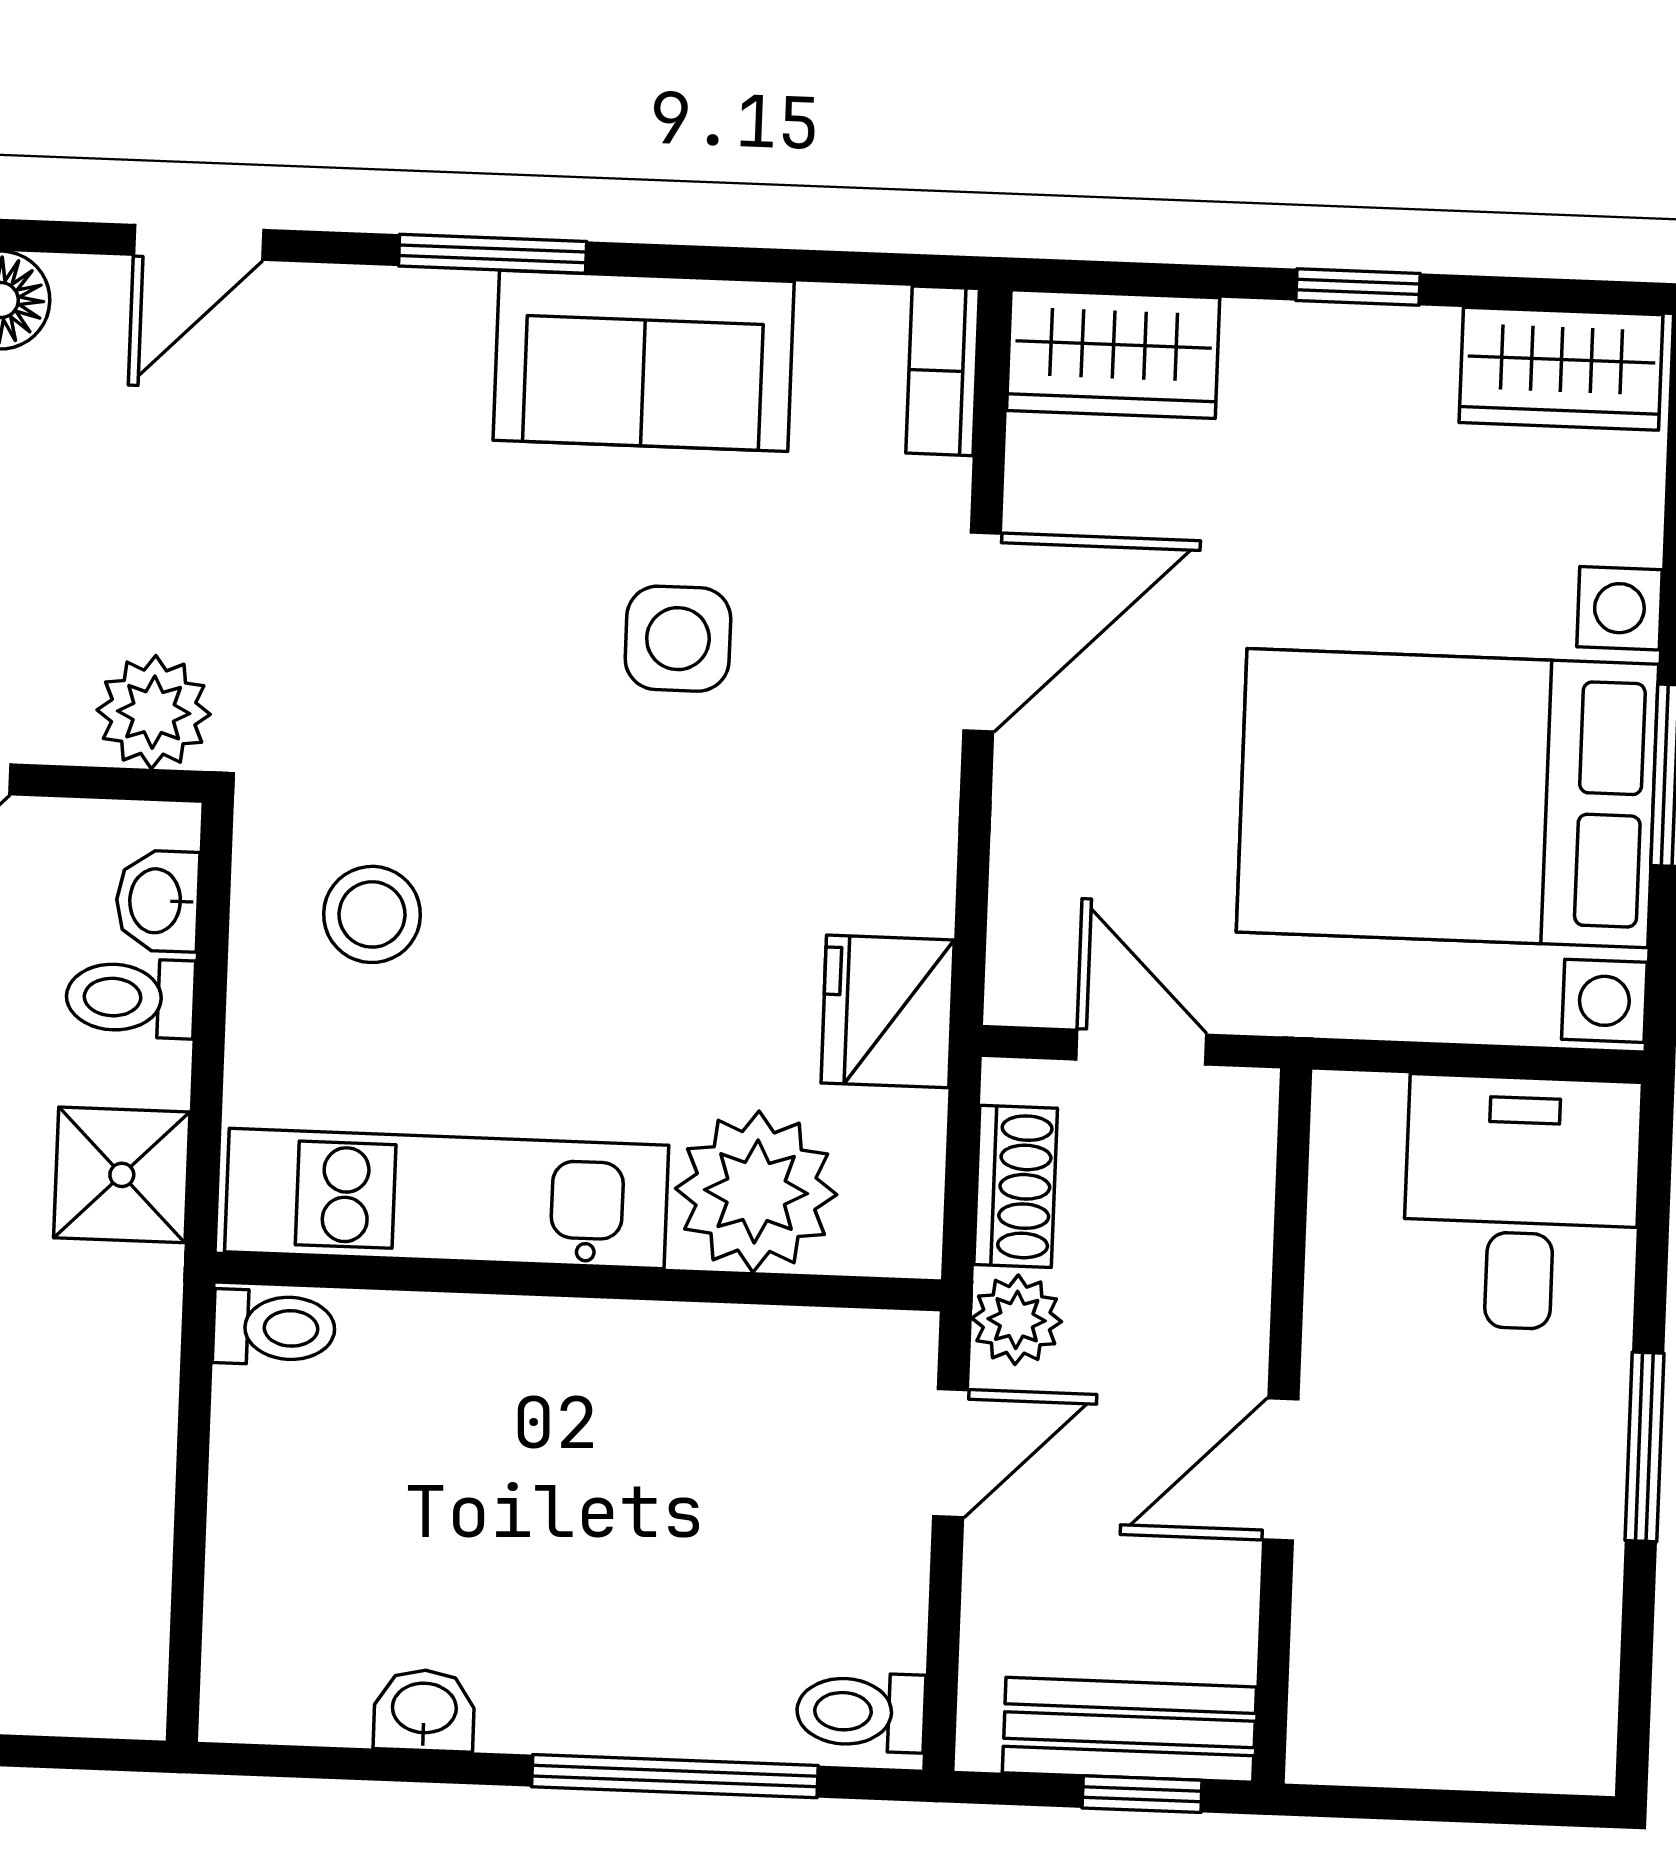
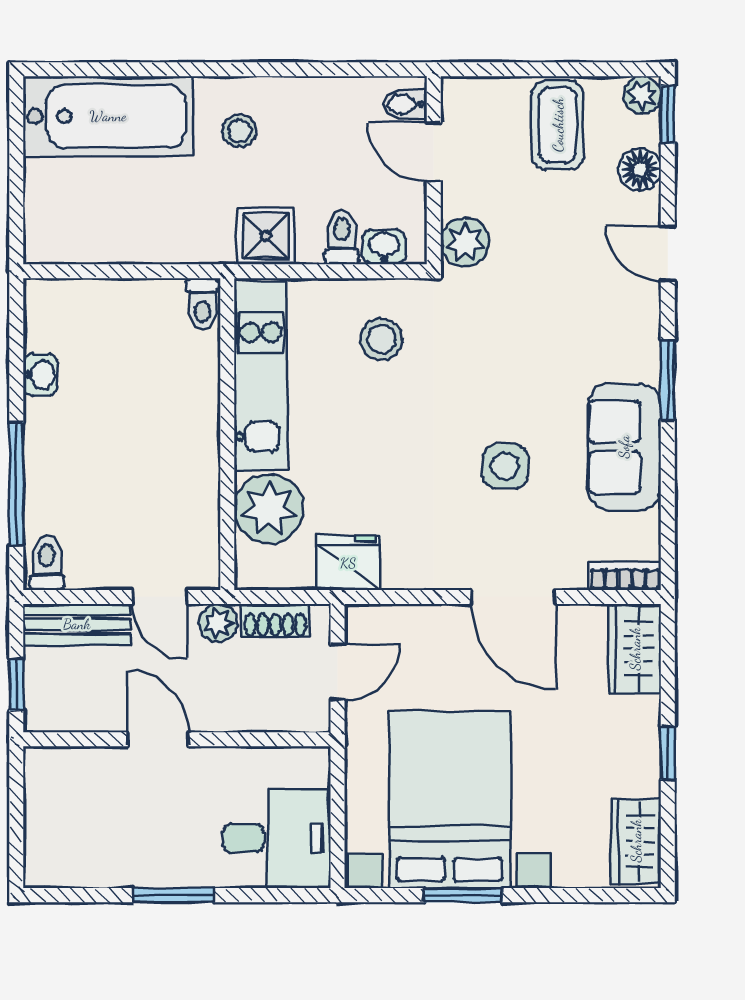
bench: (1129, 1730) -> (77, 624), moved, turned 90

